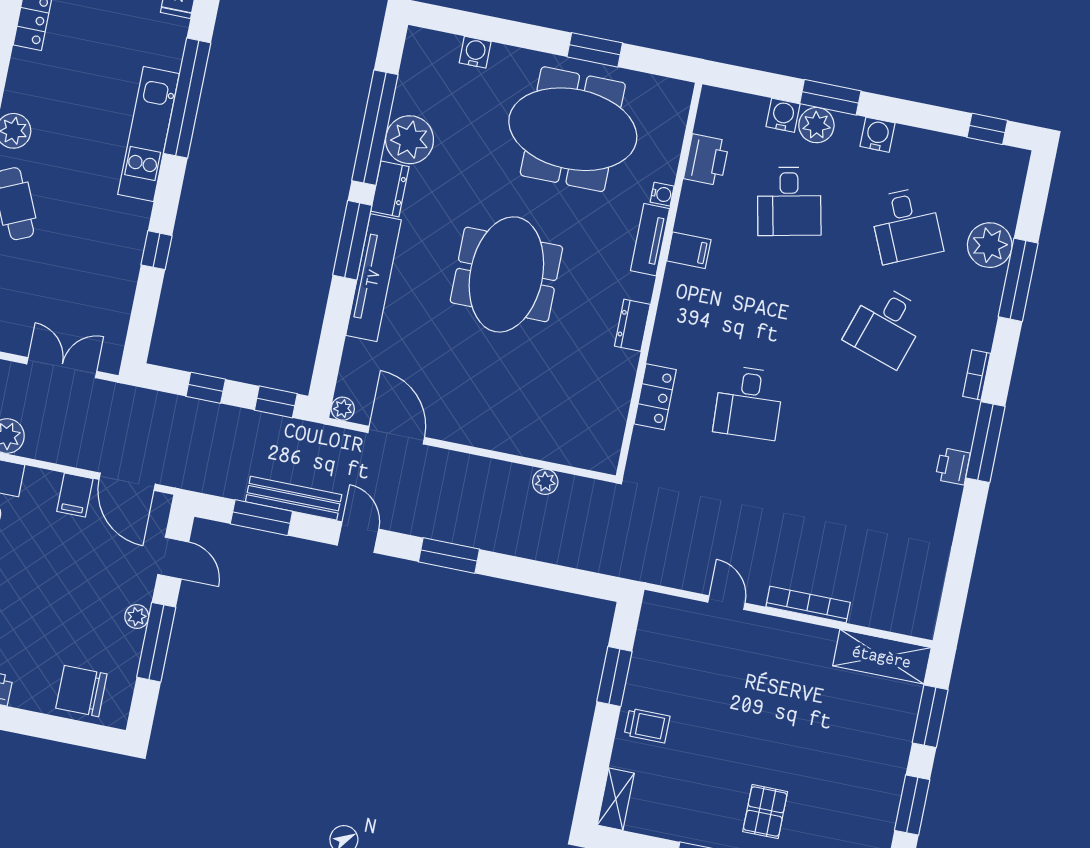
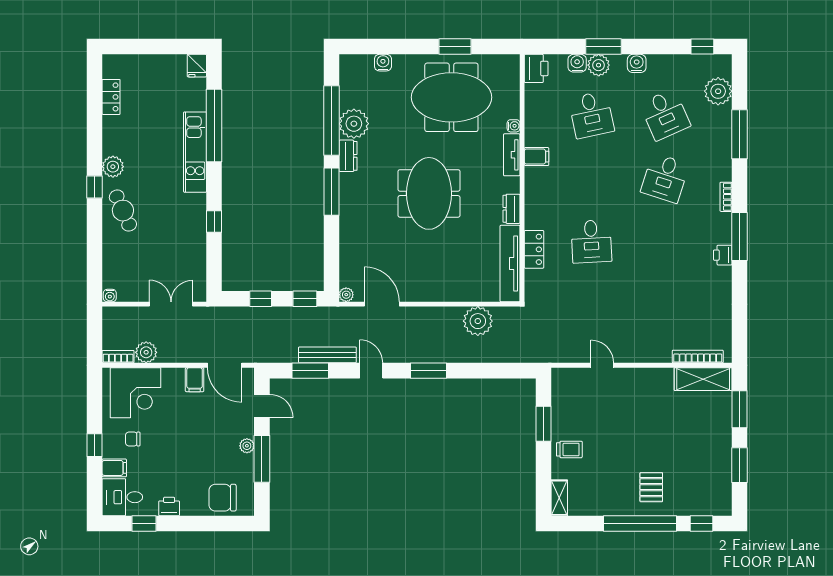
printer: (706, 160) -> (536, 68), moved
plant: (990, 245) -> (718, 91), moved
tv unit: (373, 278) -> (510, 263), moved, turned 180
plant: (545, 482) -> (478, 321), width x1.87, depth x1.87
bookcase: (808, 605) -> (698, 356), moved

